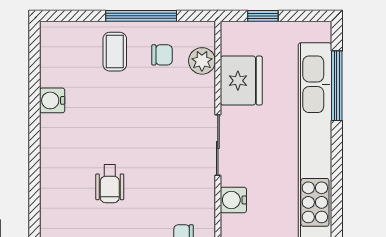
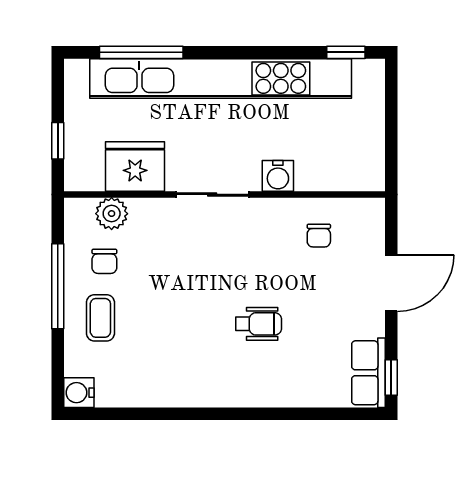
coffee table: (115, 52) -> (100, 318), turned 90
chair: (162, 55) -> (104, 261), turned 180
water cooler: (52, 100) -> (79, 393), moved, turned 90

